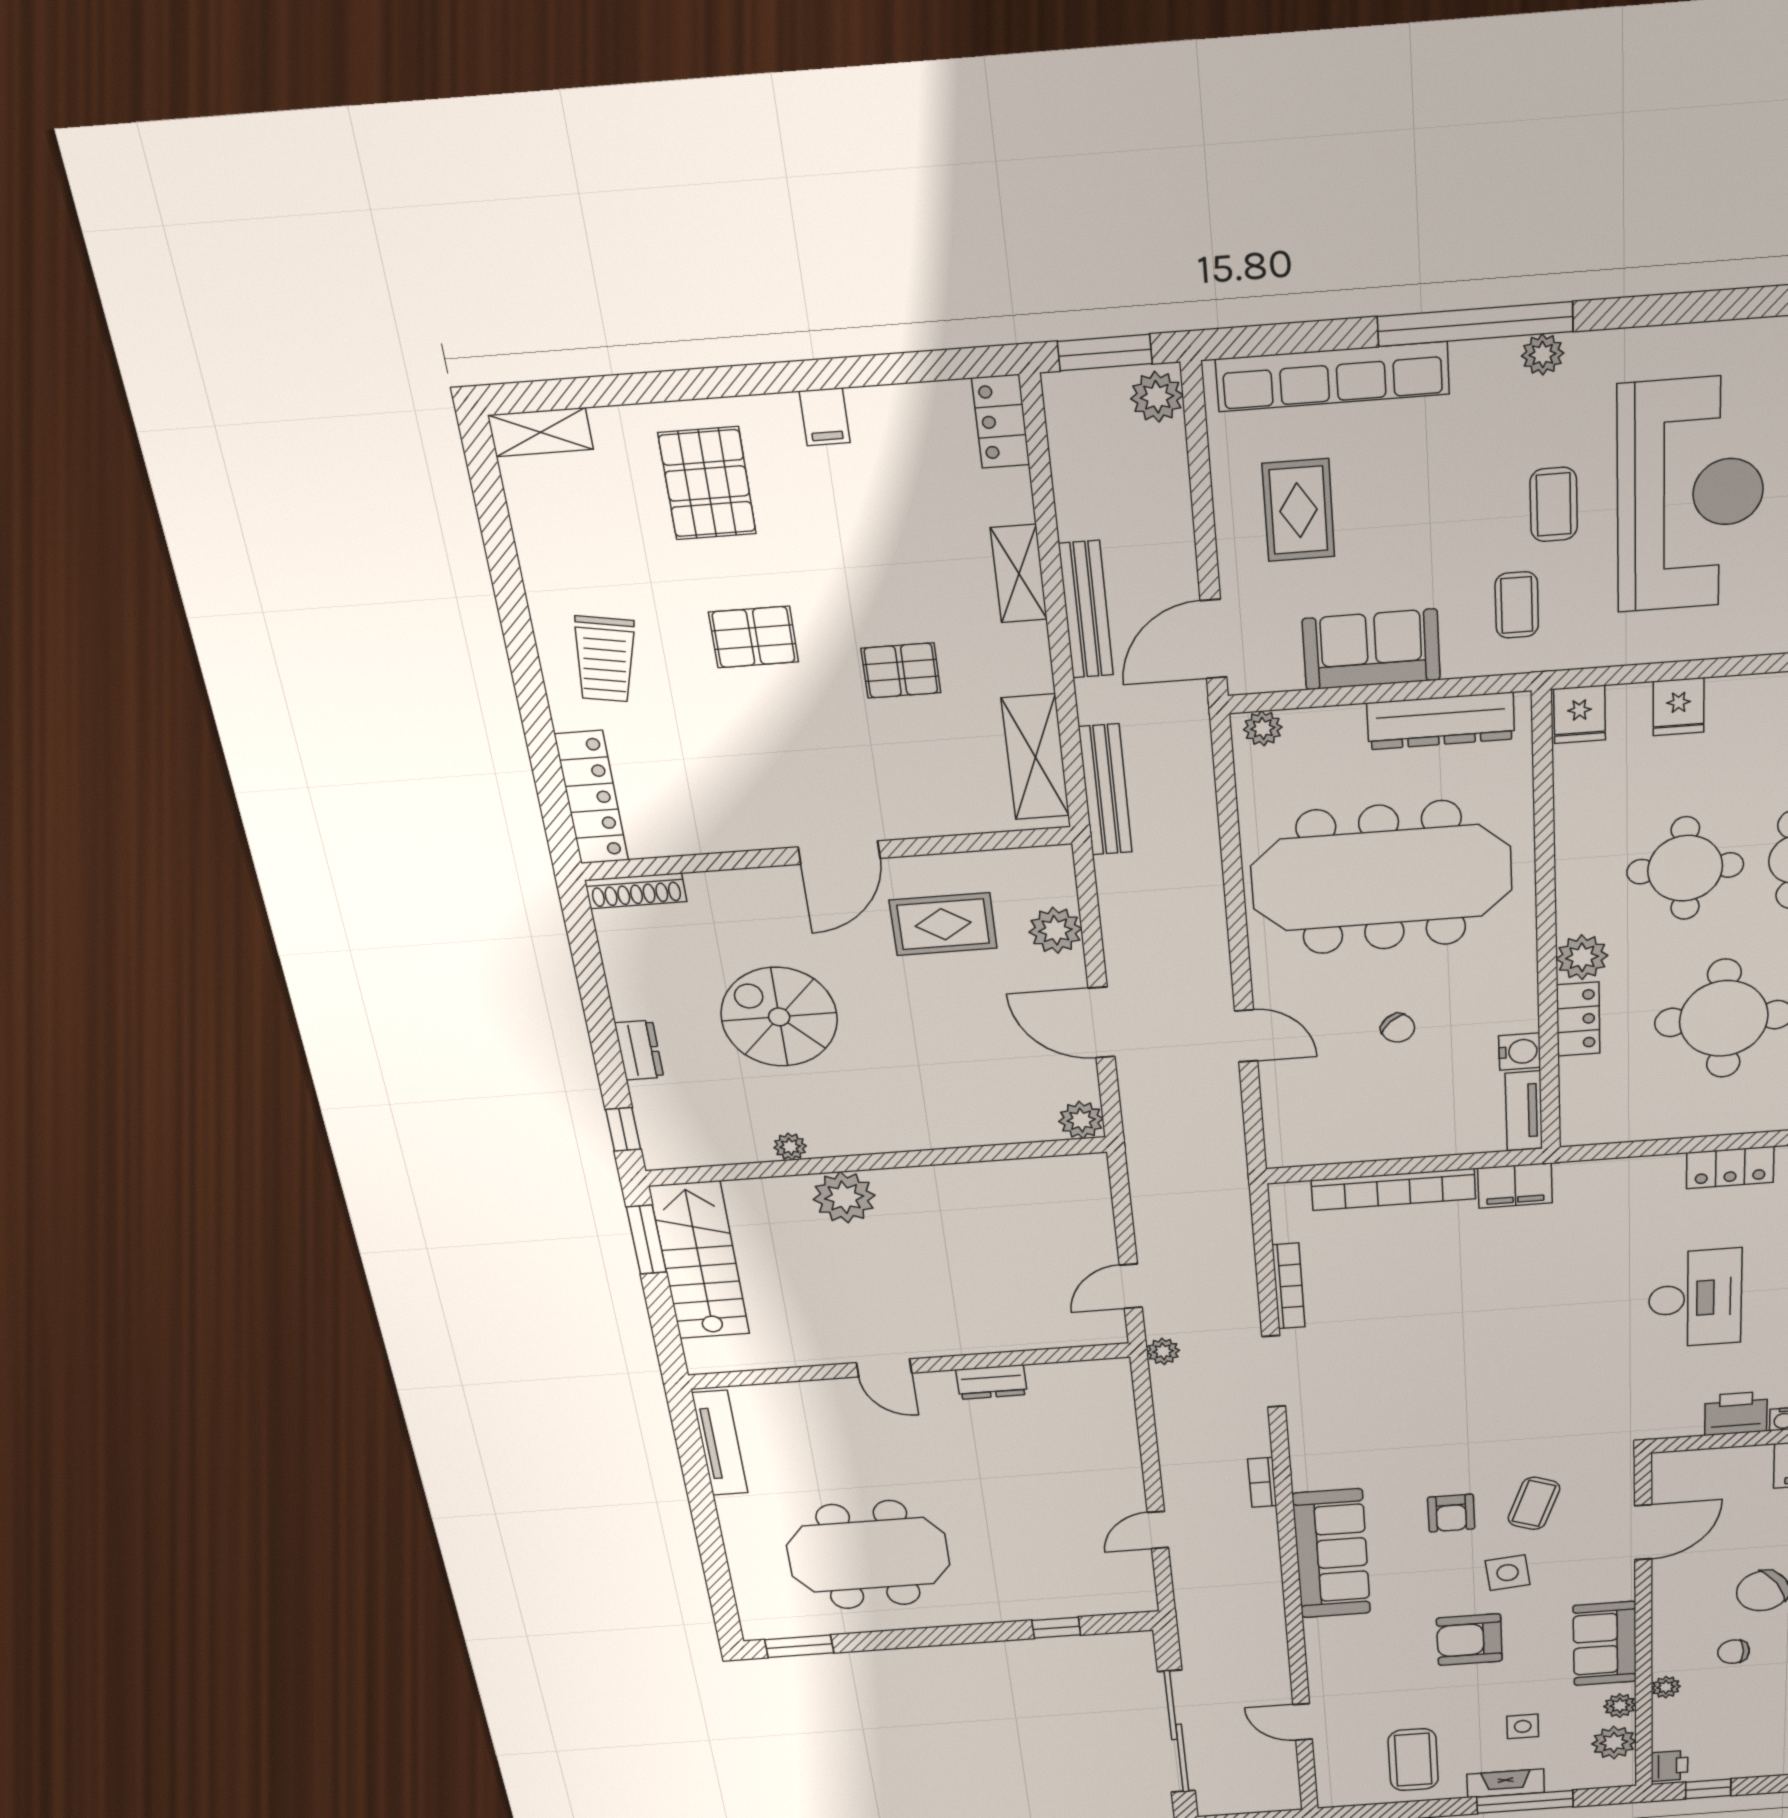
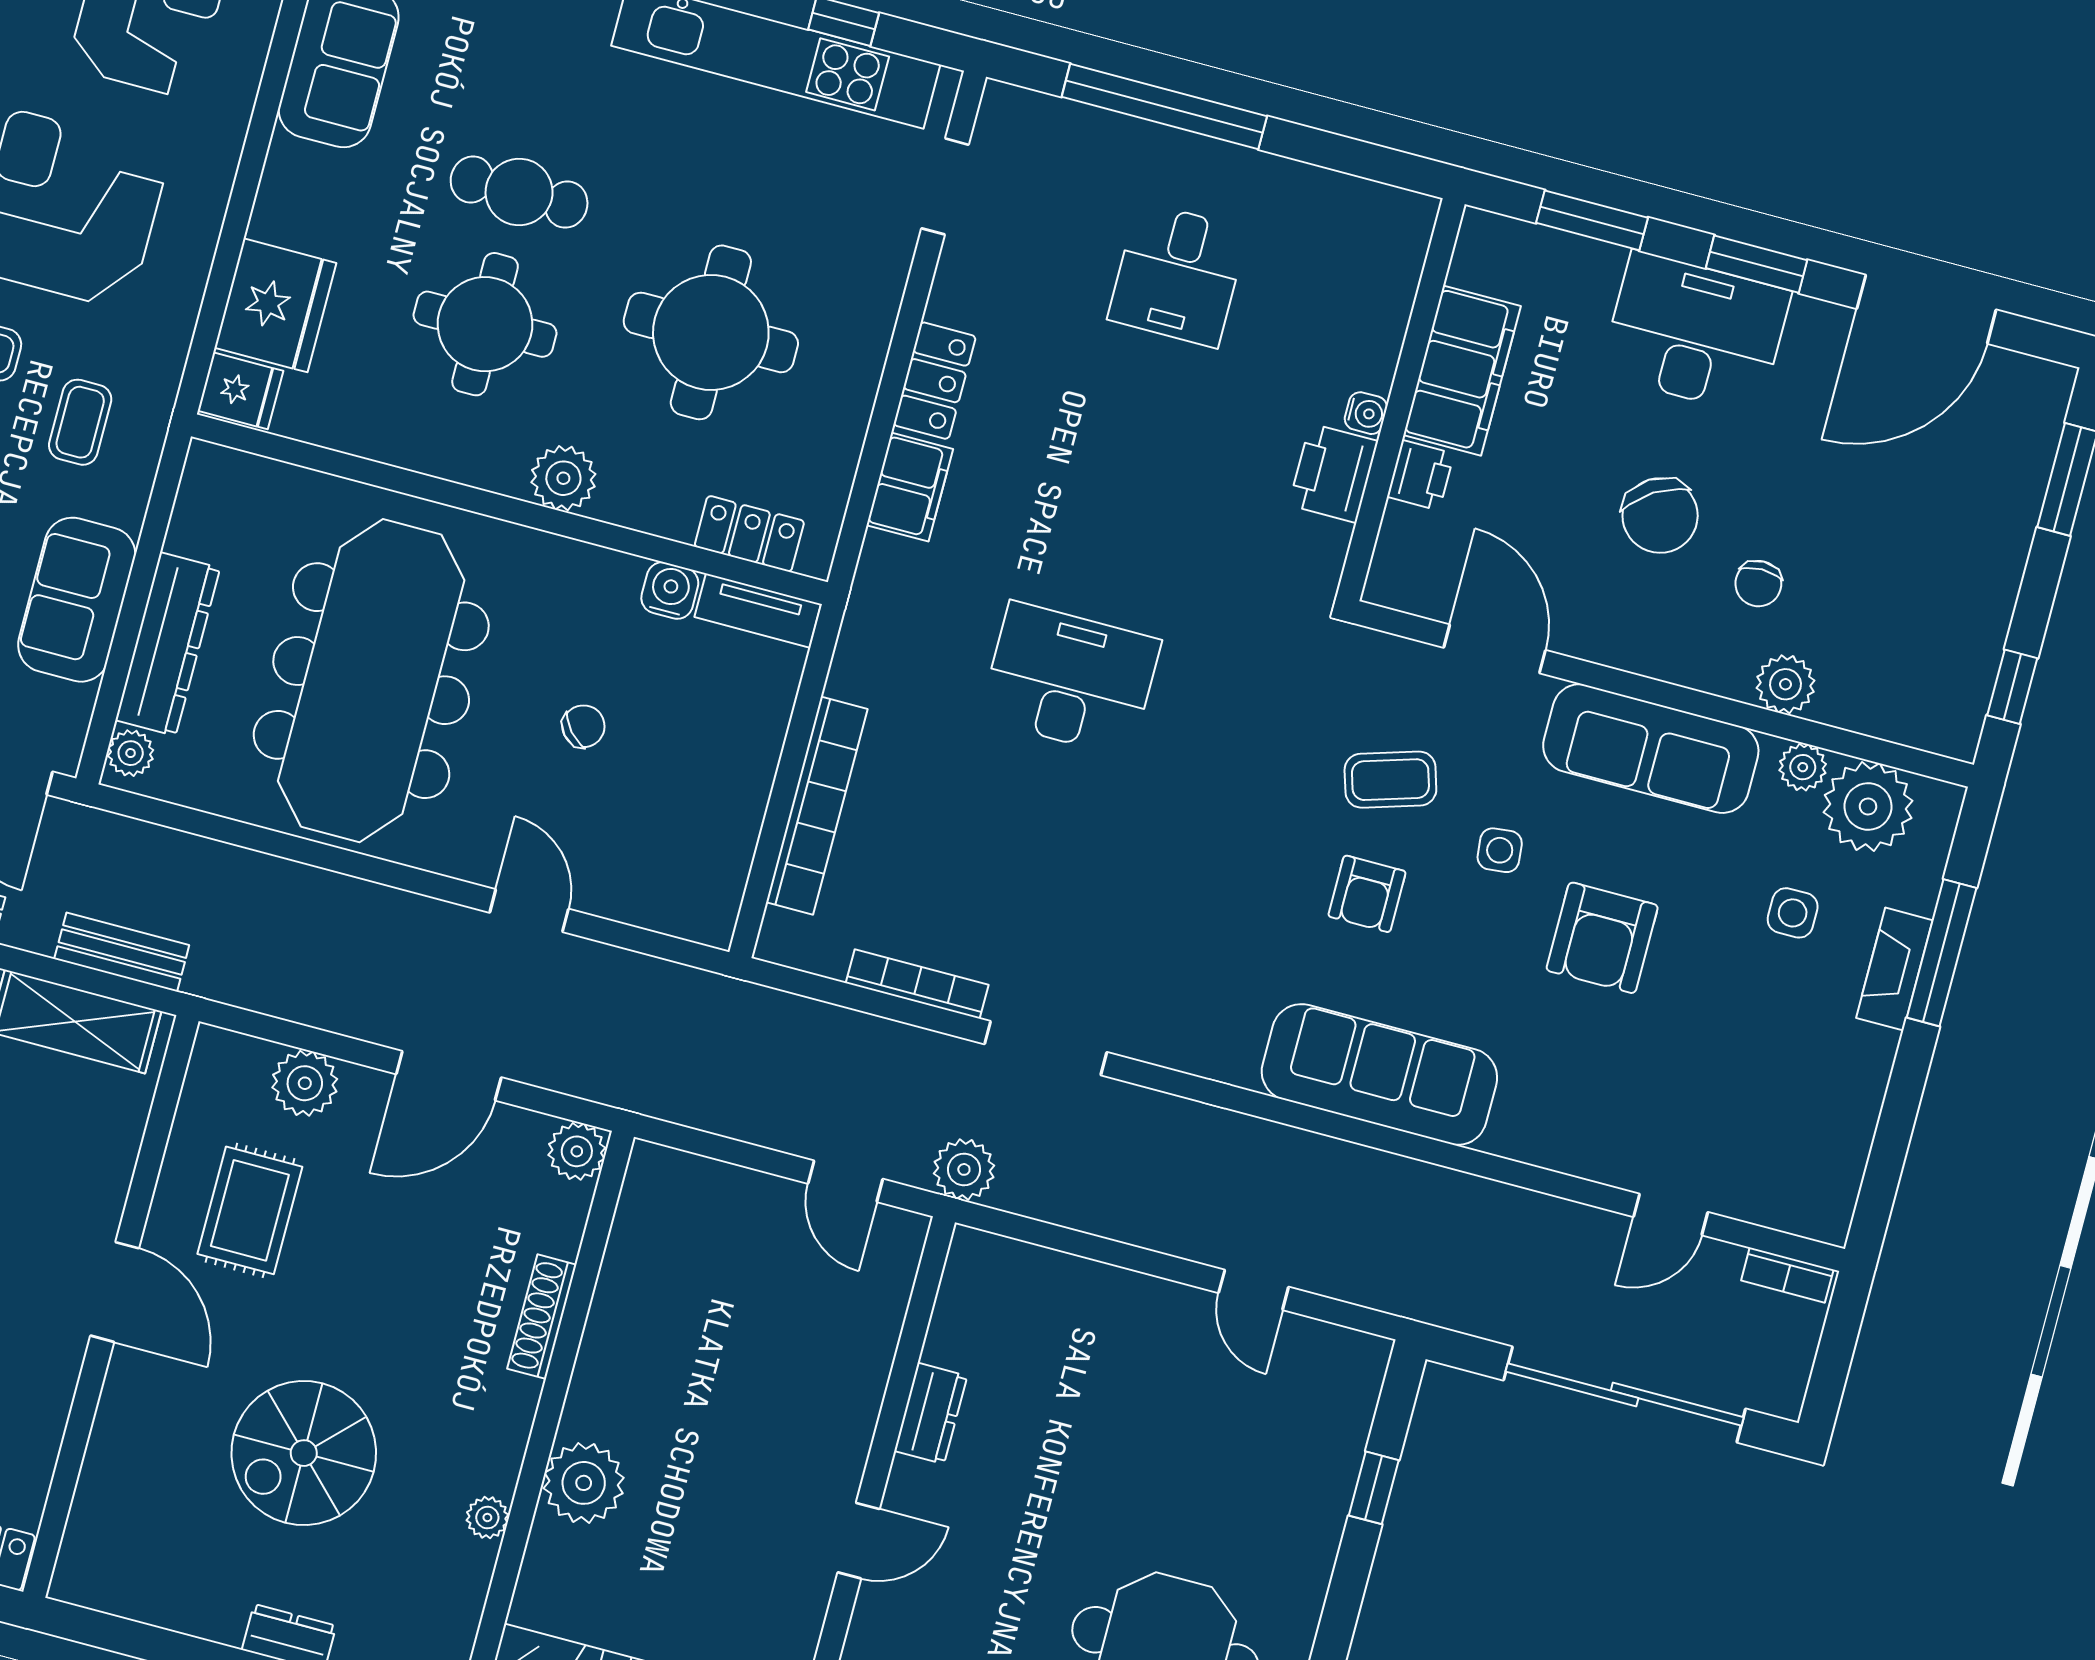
coffee table: (1517, 605) -> (80, 422), turned 90
fridge: (1679, 707) -> (275, 305), width x1.88, depth x1.34
dresser: (1441, 721) -> (168, 644), moved
bench: (1105, 790) -> (122, 952), width x0.73
shoe rack: (636, 891) -> (542, 1317), moved, turned 180
locker: (1578, 1019) -> (749, 534), moved
door: (1246, 1036) -> (529, 911), hinge flipped
filing cabinet: (1515, 1186) -> (910, 487), moved
desk: (1695, 1298) -> (1070, 679), moved
plant: (1163, 1351) -> (964, 1169), width x1.38, depth x1.38
bookcase: (1262, 1482) -> (1787, 1275), moved
coffee table: (1534, 1503) -> (1390, 780), turned -37
armchair: (1451, 1513) -> (1367, 894), turned 90
side table: (1508, 1573) -> (1500, 850), width x0.73, depth x0.73
sofa: (1605, 1644) -> (1651, 749), width x1.36
plant: (1666, 1687) -> (1786, 684), width x1.38, depth x1.38
plant: (1614, 1743) -> (1868, 807), width x1.36, depth x1.36
coffee table: (1413, 1760) -> (1800, 1085), removed
printer: (1669, 1766) -> (1421, 475), moved, turned 90

